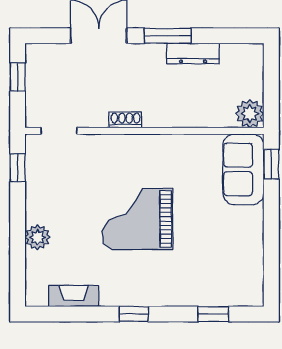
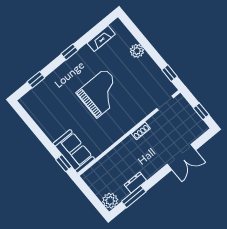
window: (168, 36) -> (134, 197), moved
dresser: (193, 53) -> (135, 183), width x0.70
plant: (250, 114) -> (110, 201), moved

